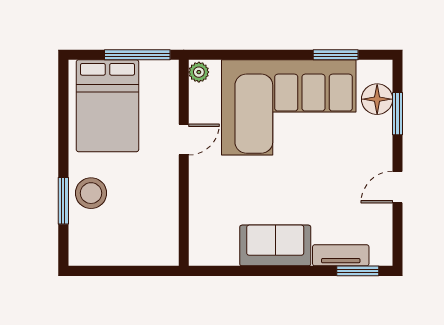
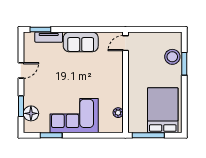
plant: (199, 72) -> (118, 113), moved
corner sofa: (289, 107) -> (74, 116), width x0.73, depth x0.74
door: (184, 139) -> (125, 43), moved
stool: (91, 193) -> (172, 57), moved

